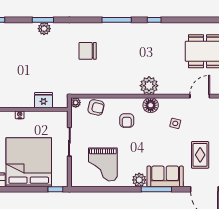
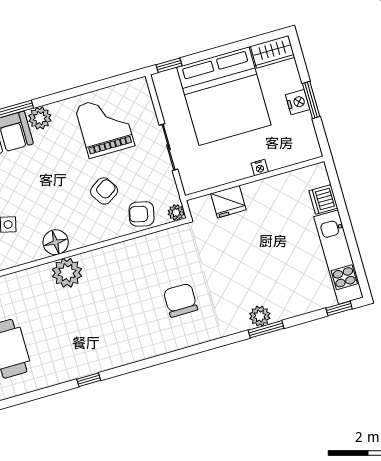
window: (117, 20) -> (148, 363), removed
chair: (88, 51) -> (180, 300), turned -90
armchair: (127, 121) -> (104, 191), moved, turned 57

